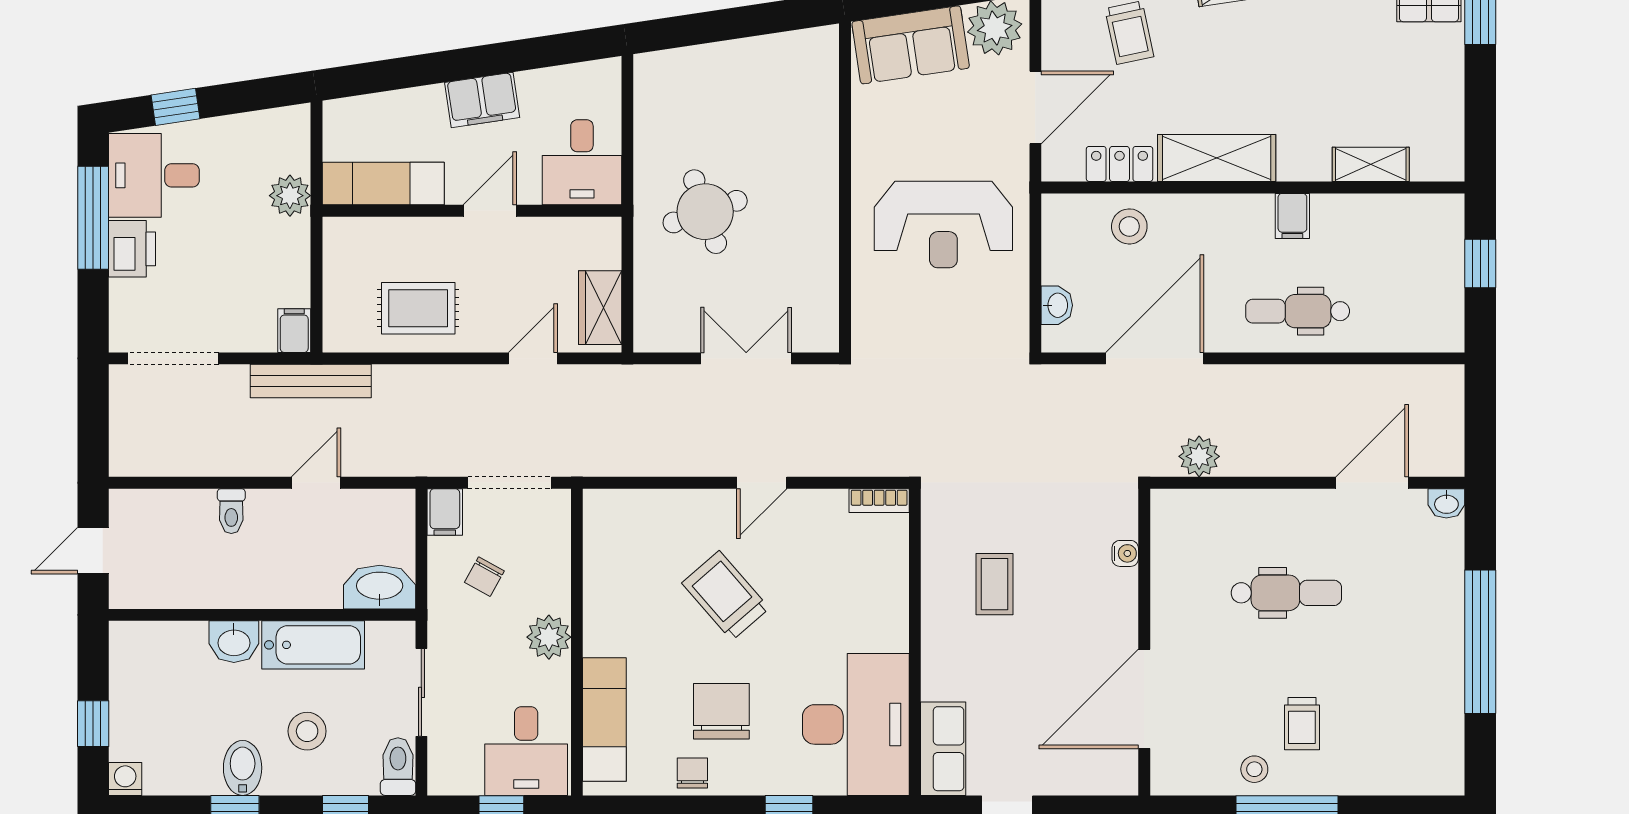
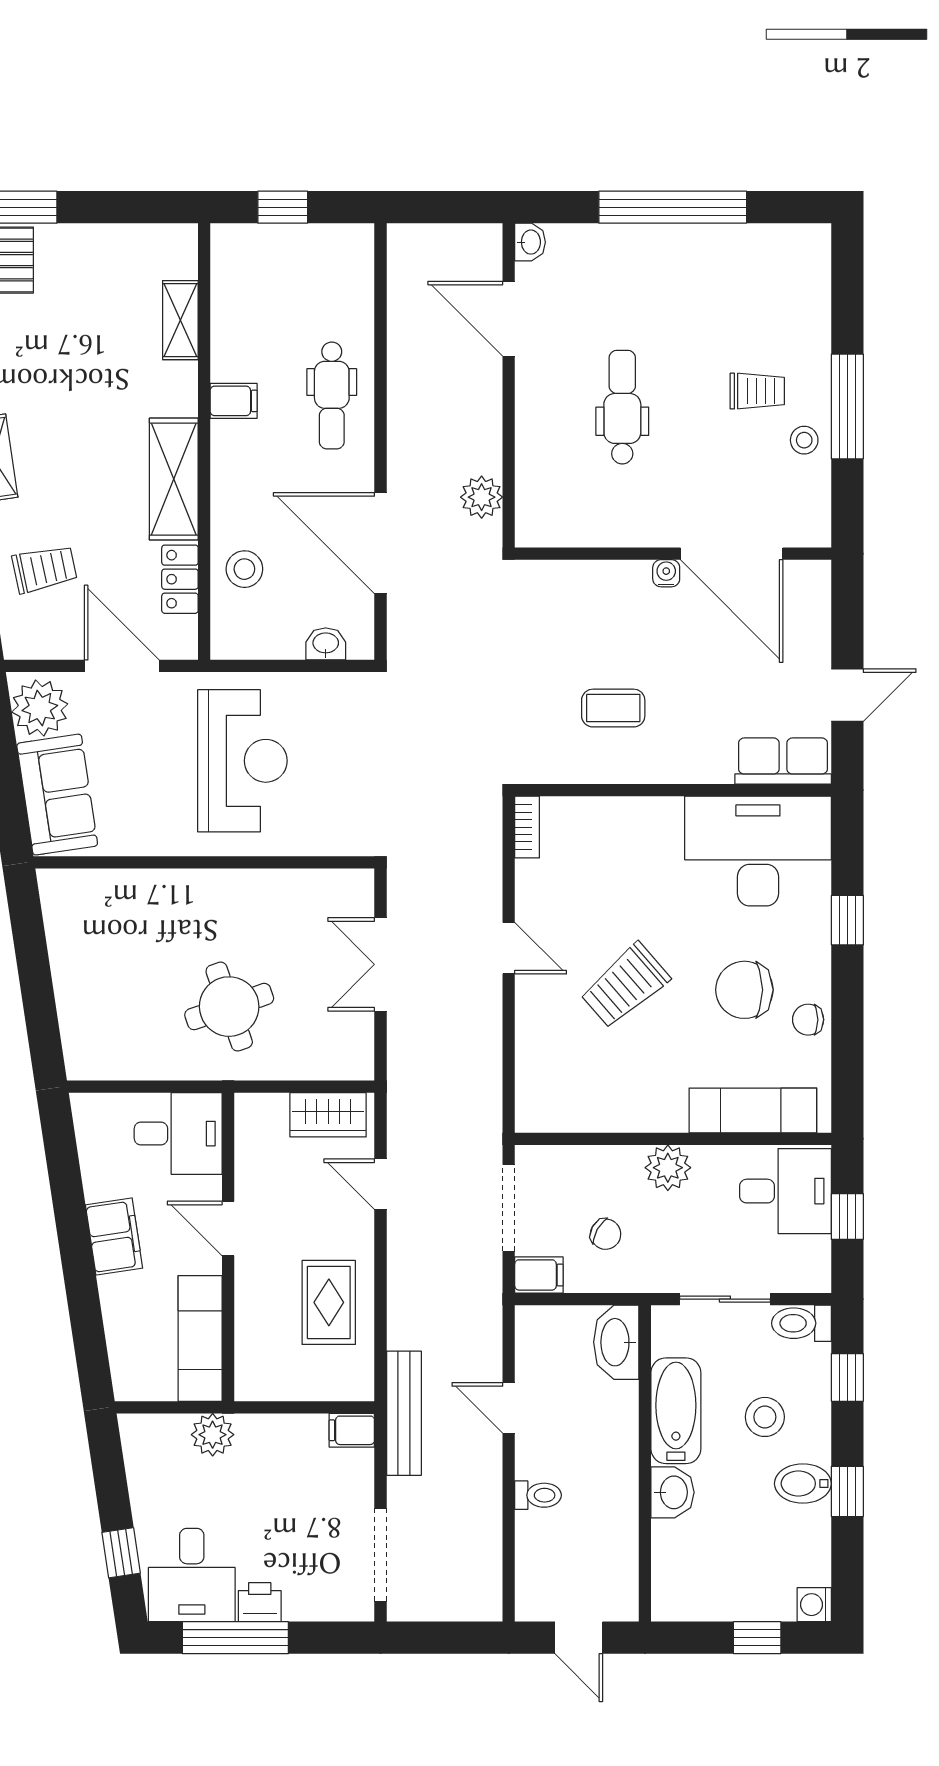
printer: (132, 249) -> (260, 1602), width x0.73, depth x0.81
water cooler: (1125, 553) -> (666, 573), moved

